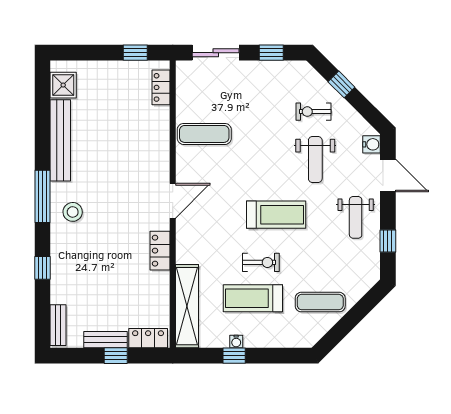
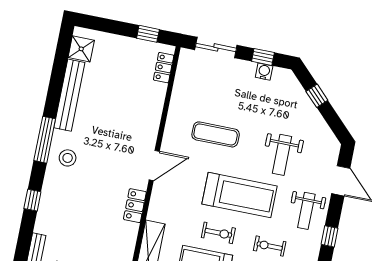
exercise bike: (314, 112) -> (270, 246), moved
exercise mat: (204, 134) -> (216, 134), moved
water cooler: (371, 144) -> (264, 72), moved, turned -90
treadmill: (276, 215) -> (239, 195), width x1.37, depth x1.38

